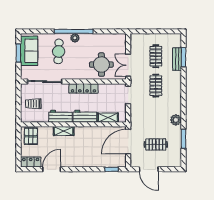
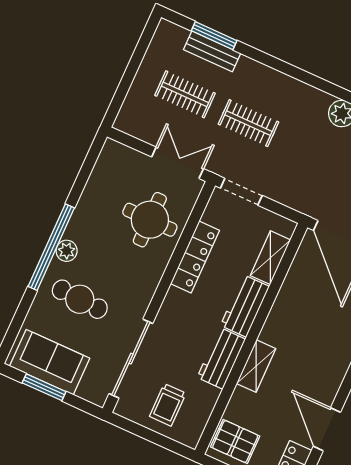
double door: (128, 65) -> (178, 163), swing flipped
locker: (83, 88) -> (195, 257), moved

